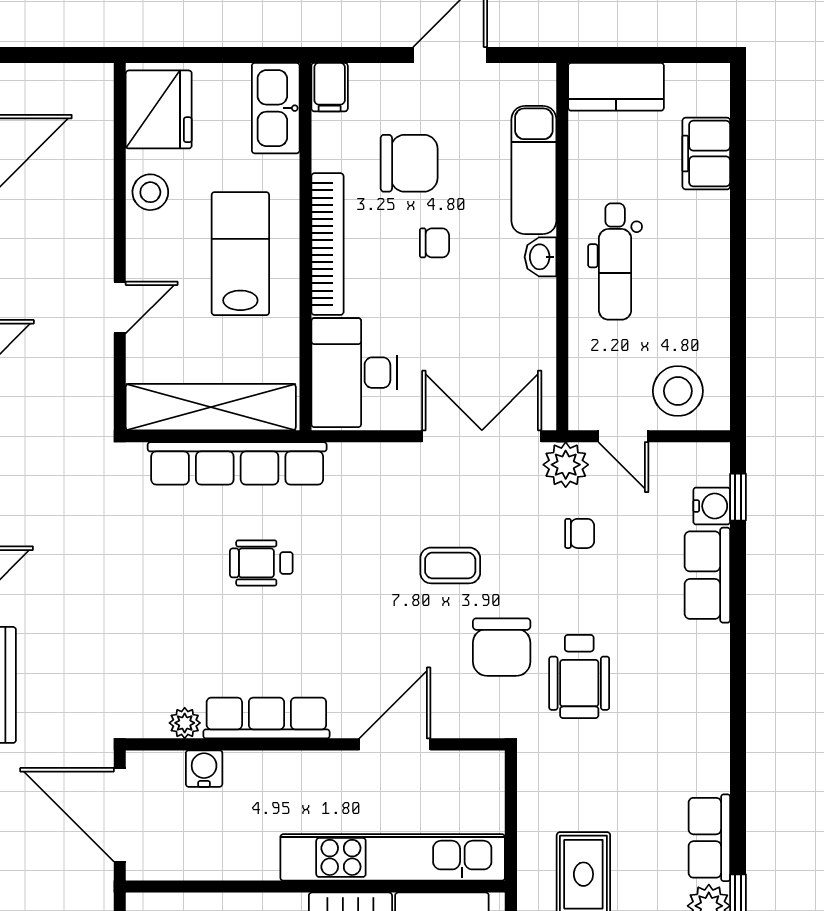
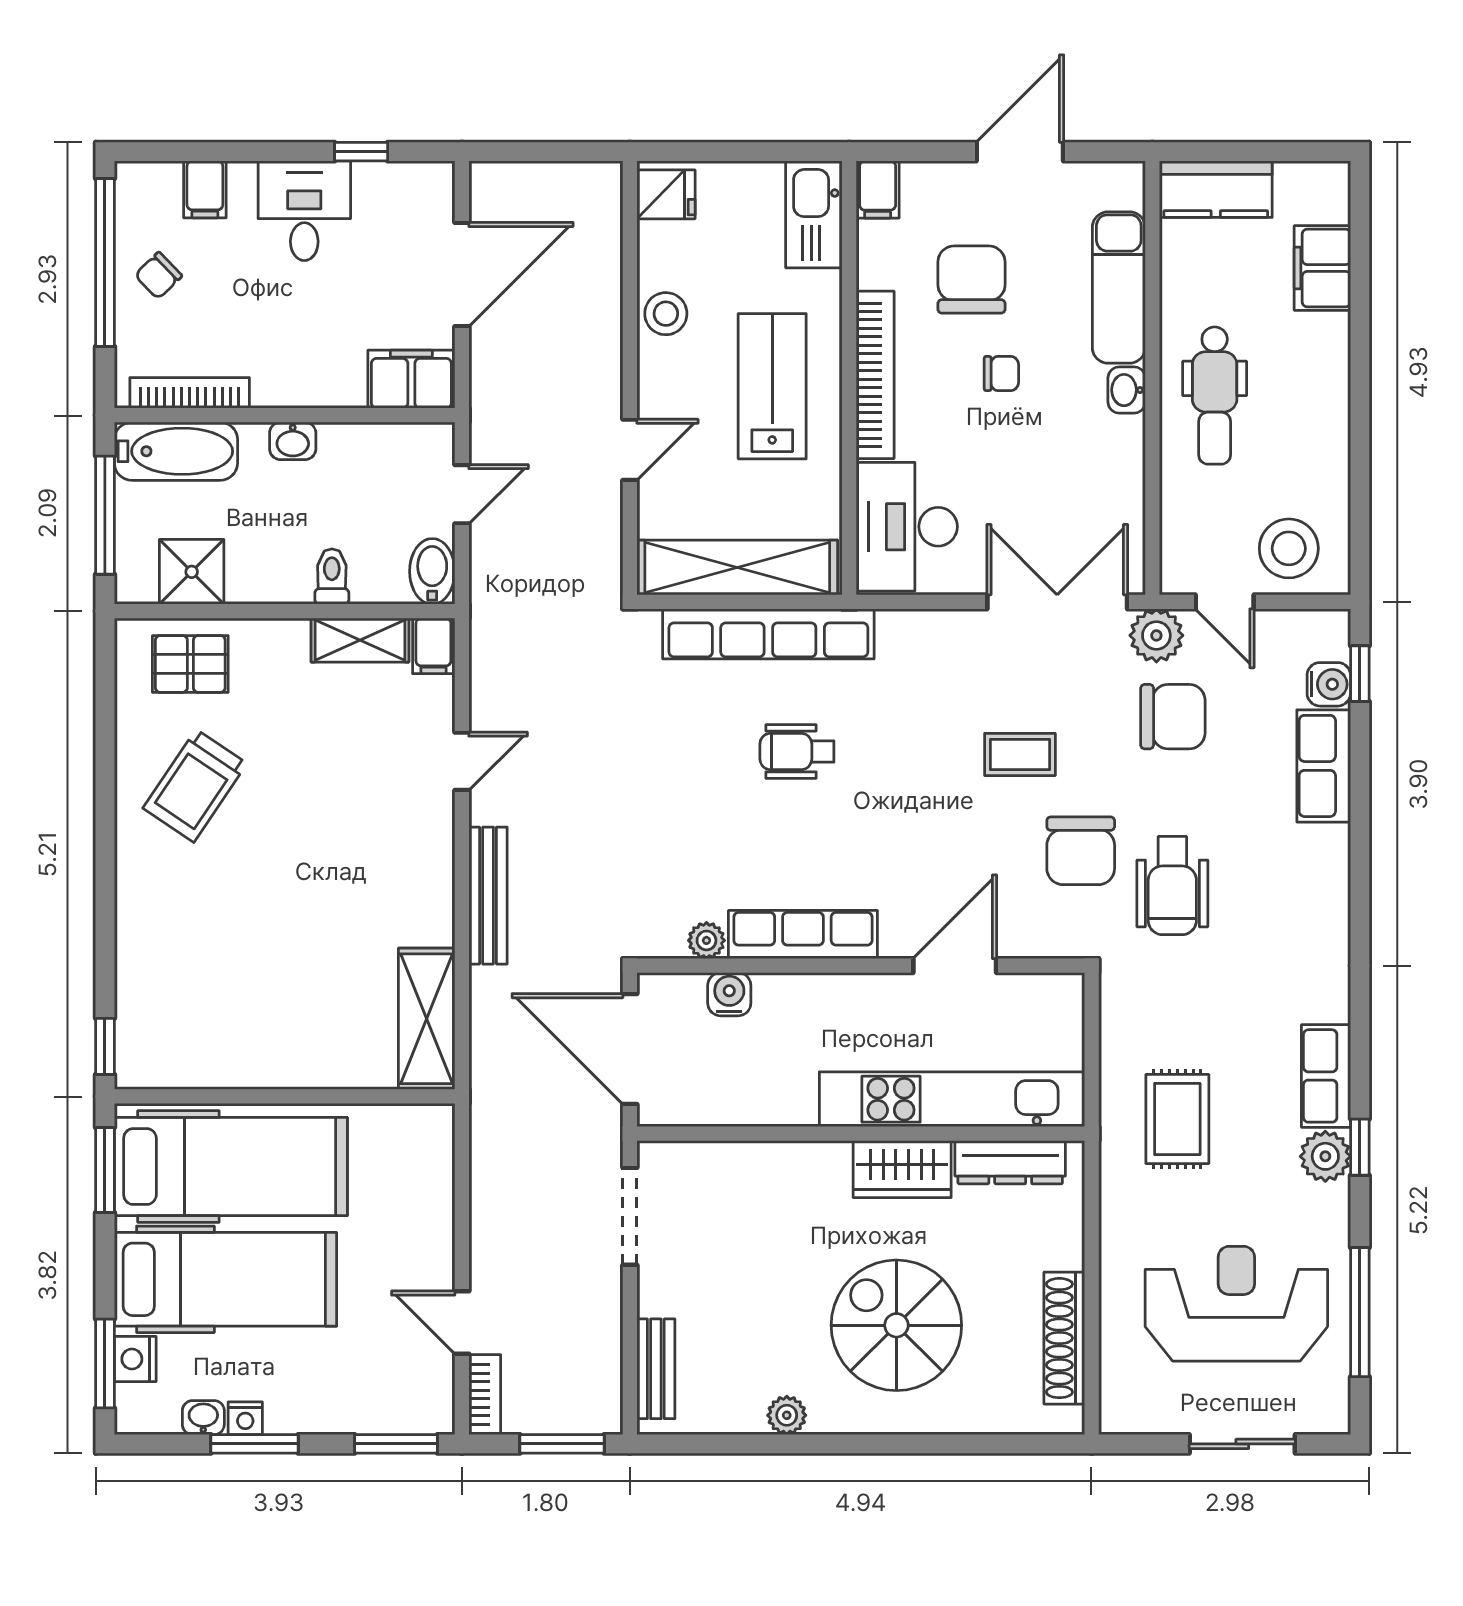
fridge: (159, 109) -> (666, 194), width x0.53, depth x0.75
chair: (409, 163) -> (971, 279), turned -90
chair: (580, 533) -> (1173, 717), width x1.87, depth x1.87

